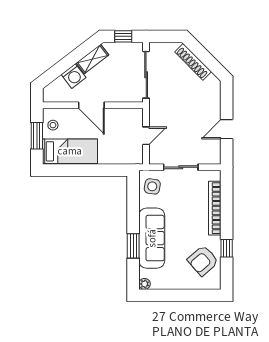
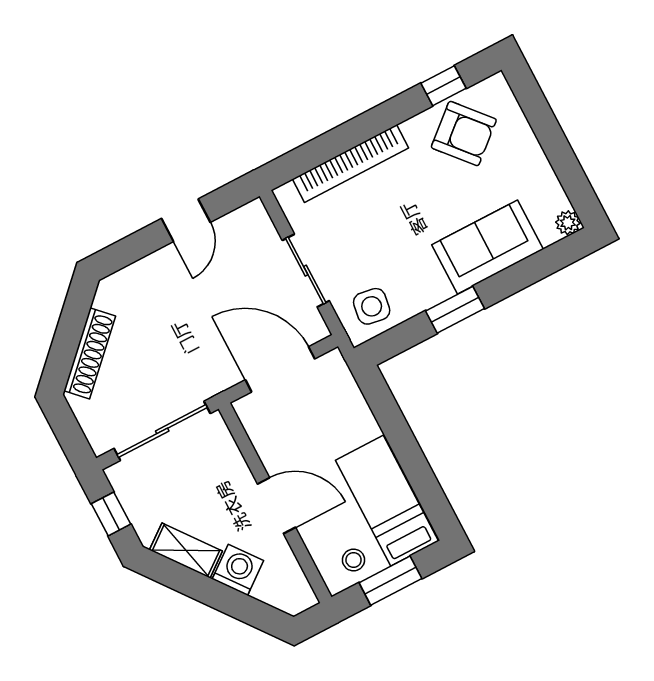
door: (91, 105) -> (276, 506), hinge flipped
door: (227, 129) -> (186, 220), hinge flipped
door: (146, 136) -> (280, 369), width x1.88
sofa: (152, 238) -> (487, 247), width x0.73
window: (133, 246) -> (455, 310), moved
window: (227, 248) -> (444, 86), moved

